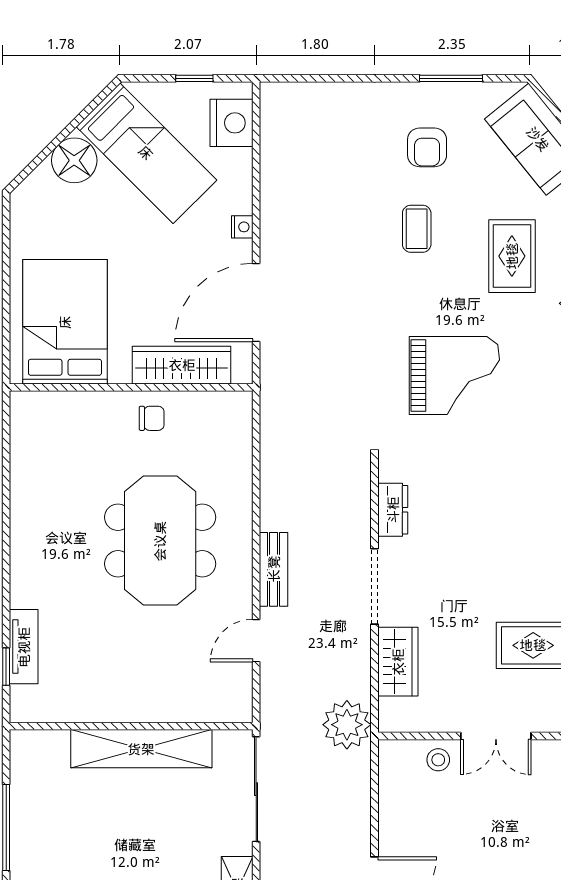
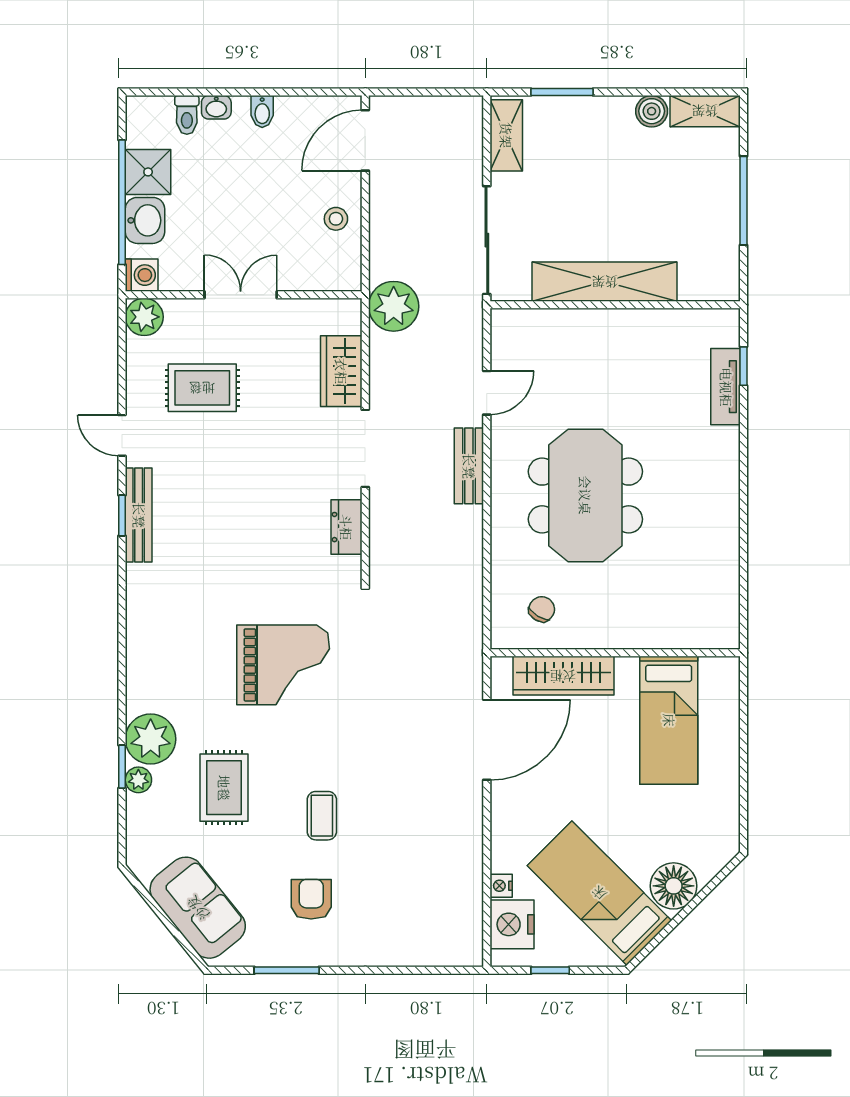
nightstand: (242, 227) -> (501, 886), moved
bed: (65, 322) -> (669, 720), width x0.67
grand piano: (454, 376) -> (283, 665), turned 180
chair: (152, 418) -> (542, 609), moved, turned 121
stool: (438, 760) -> (336, 219), moved

